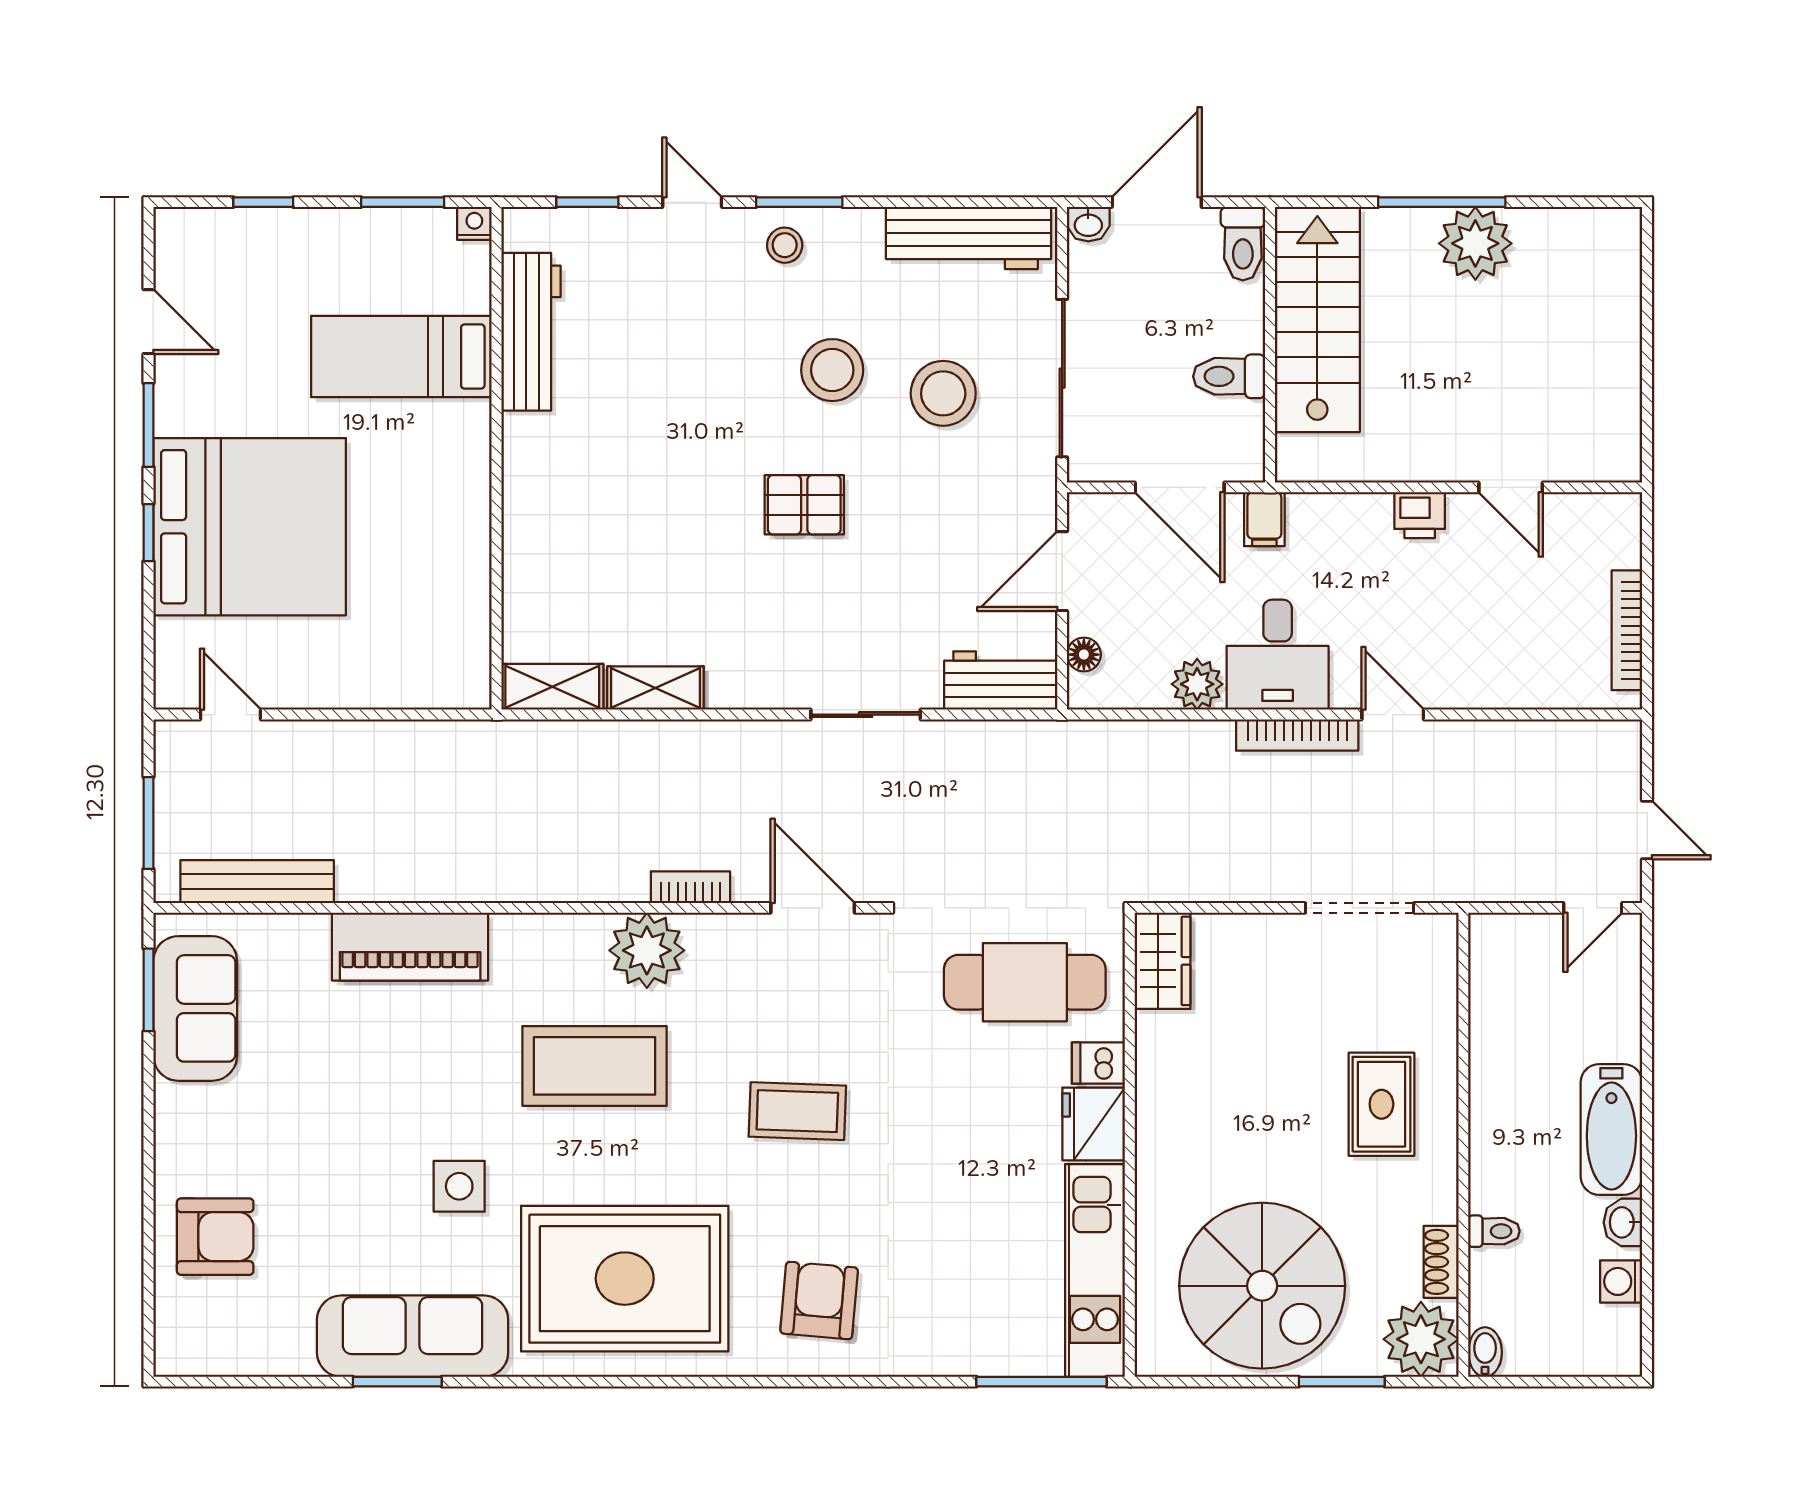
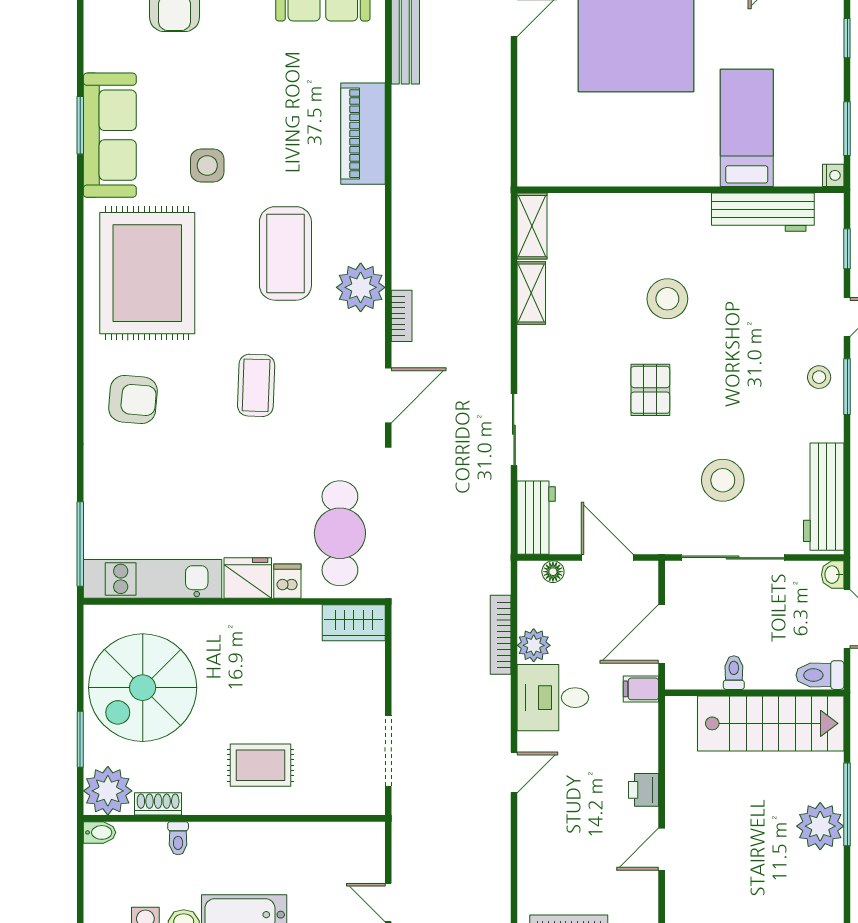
stool: (832, 370) -> (667, 299), moved
toilet: (1229, 376) -> (734, 673), width x0.73, depth x0.72
bookcase: (1297, 735) -> (501, 635), moved

